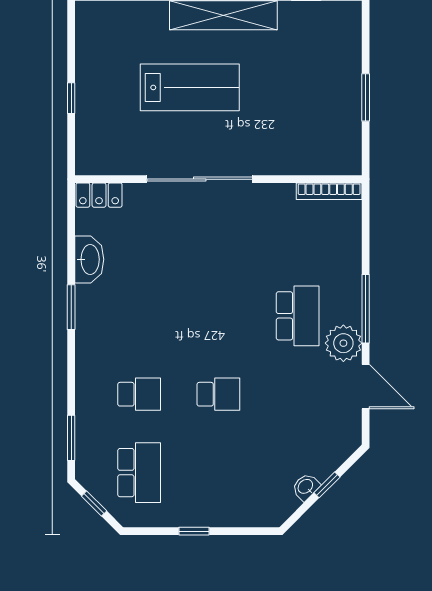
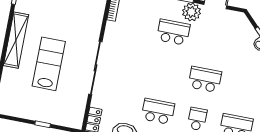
school desk: (139, 316) -> (158, 111), added
school desk: (218, 394) -> (205, 79), width x1.85

